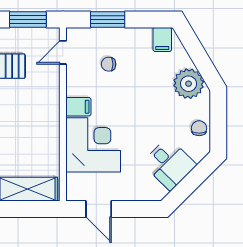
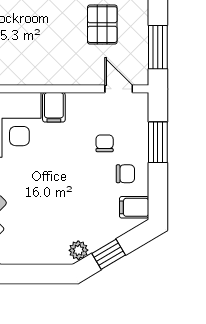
window: (202, 61) -> (109, 254), added
plant: (189, 84) -> (78, 250), width x0.53, depth x0.53
chair: (199, 128) -> (125, 174), moved

